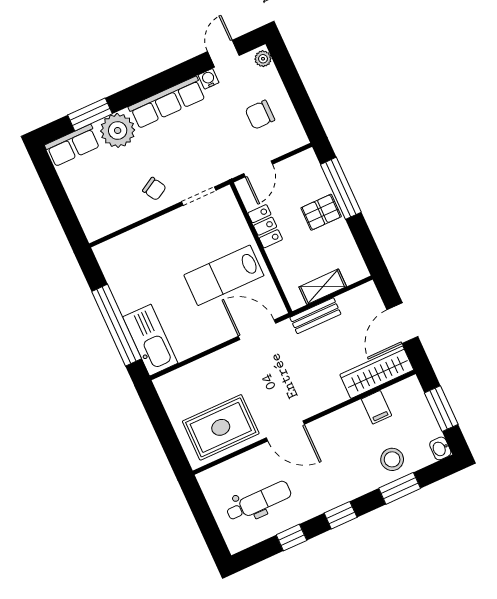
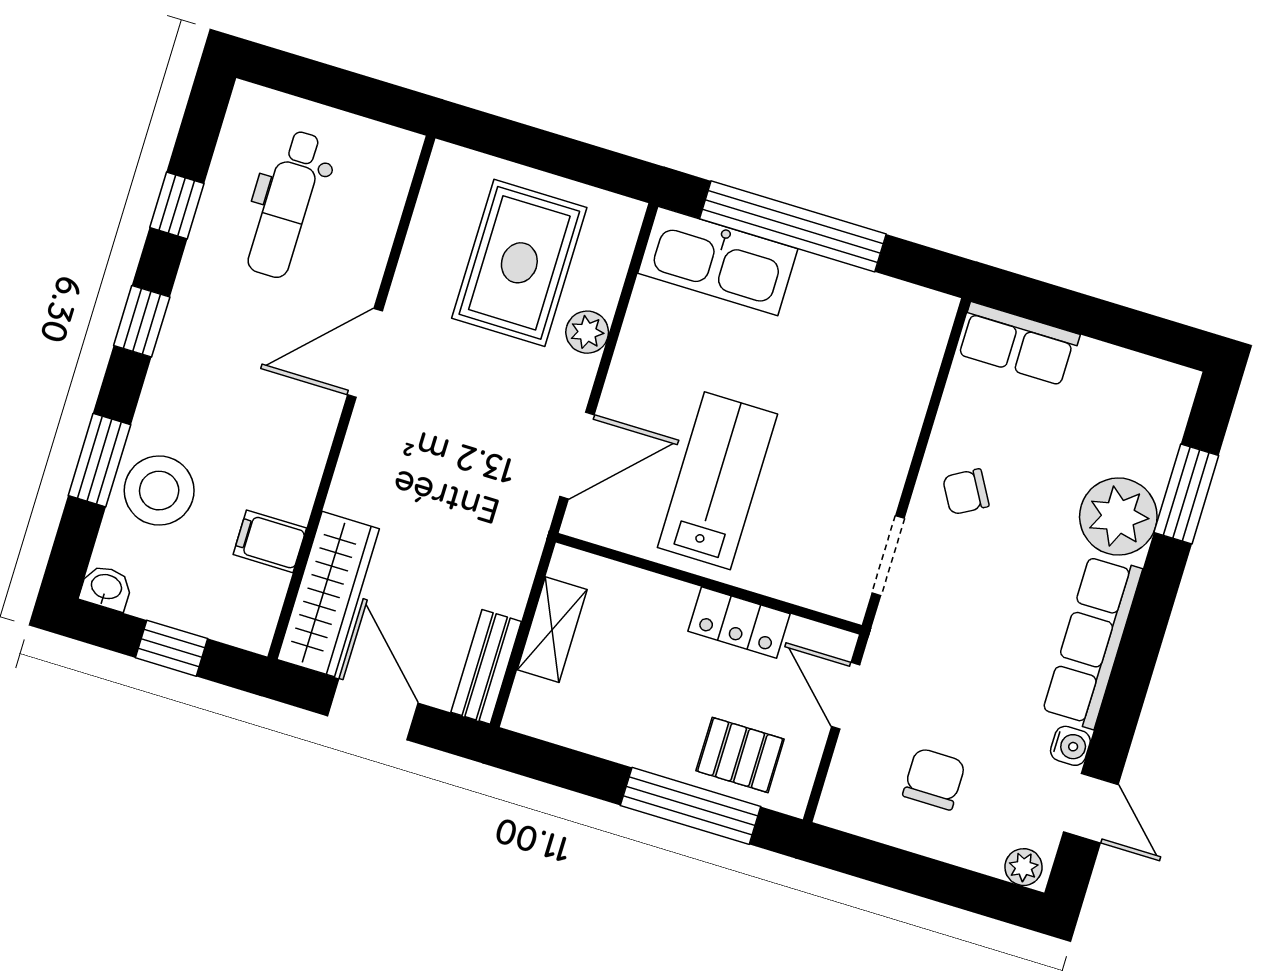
row of seats: (73, 146) -> (1017, 344), moved, turned -90
pallet: (321, 212) -> (740, 755), moved, turned 90
bench: (315, 316) -> (486, 667), moved
plant: (213, 363) -> (587, 332), added
window: (441, 409) -> (171, 648), width x0.67
rug: (221, 427) -> (519, 263), moved
stool: (392, 459) -> (159, 491), width x1.38, depth x1.38

